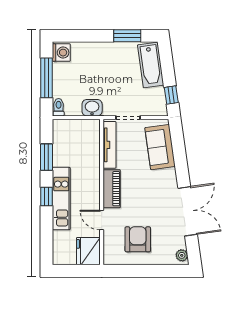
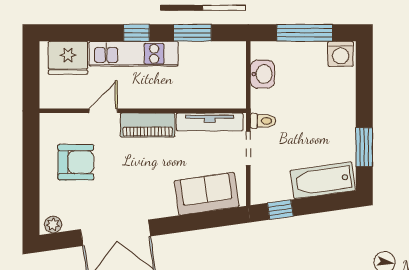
toilet: (59, 107) -> (263, 121), moved
washbasin: (92, 108) -> (262, 74), moved
fridge: (88, 251) -> (68, 58), moved, turned 180

